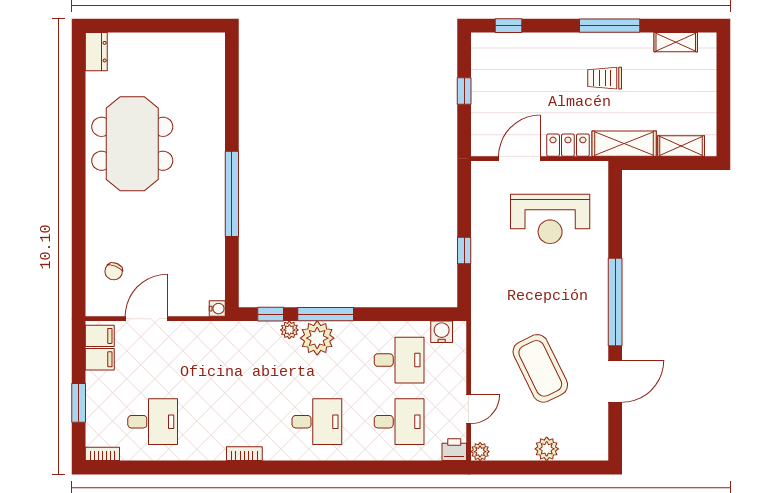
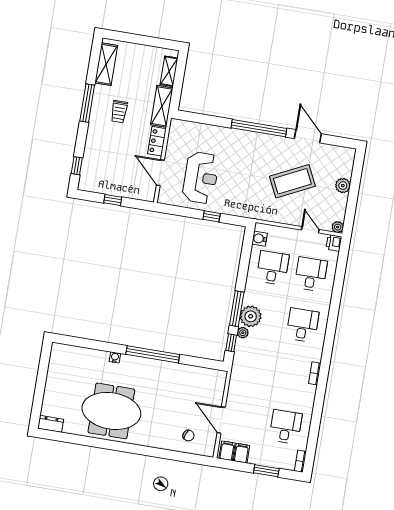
shelving: (676, 42) -> (106, 64), width x1.50, depth x1.33
reception desk: (550, 219) -> (201, 178), moved
water cooler: (217, 309) -> (115, 357), moved

